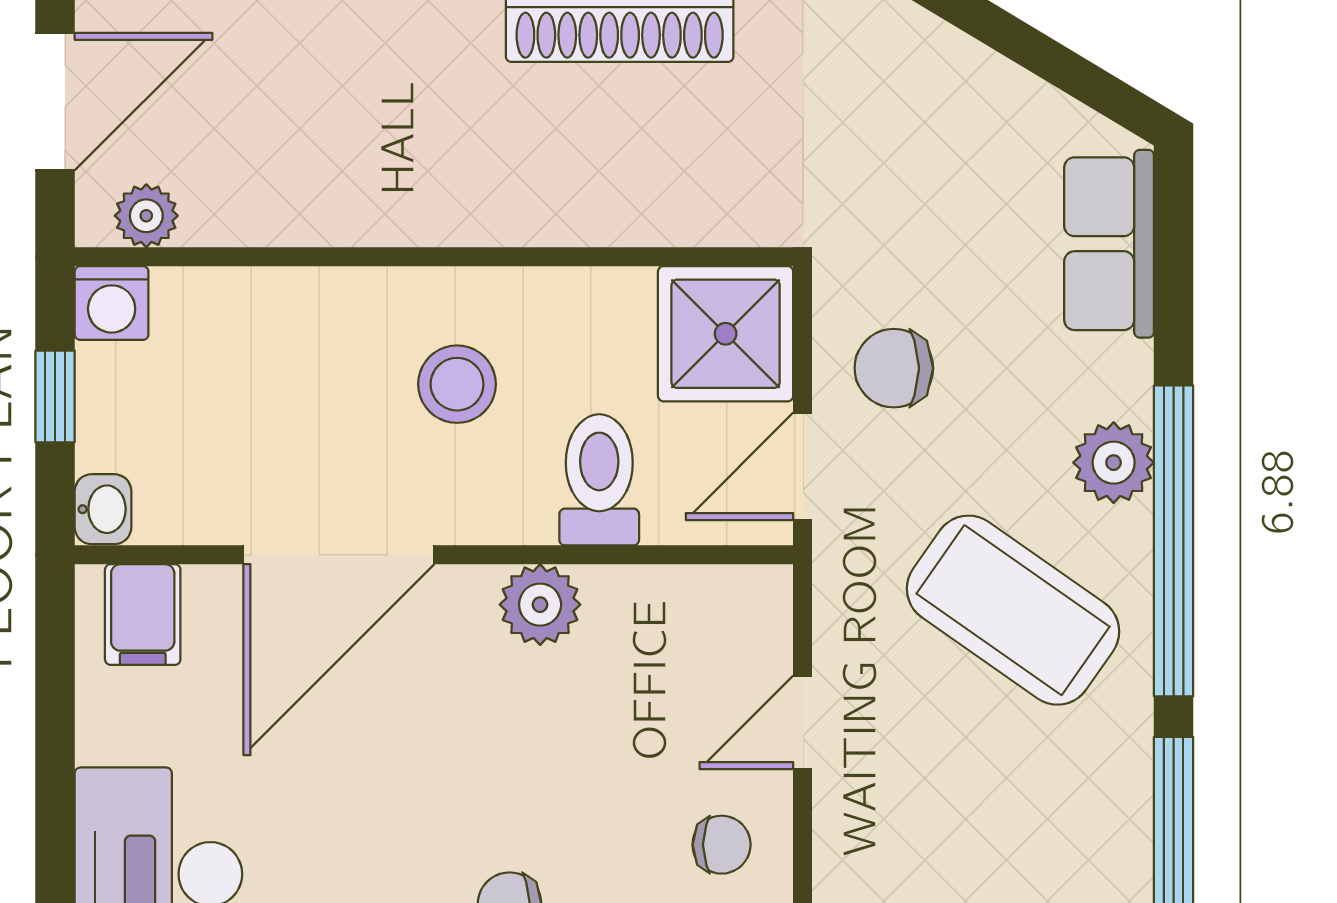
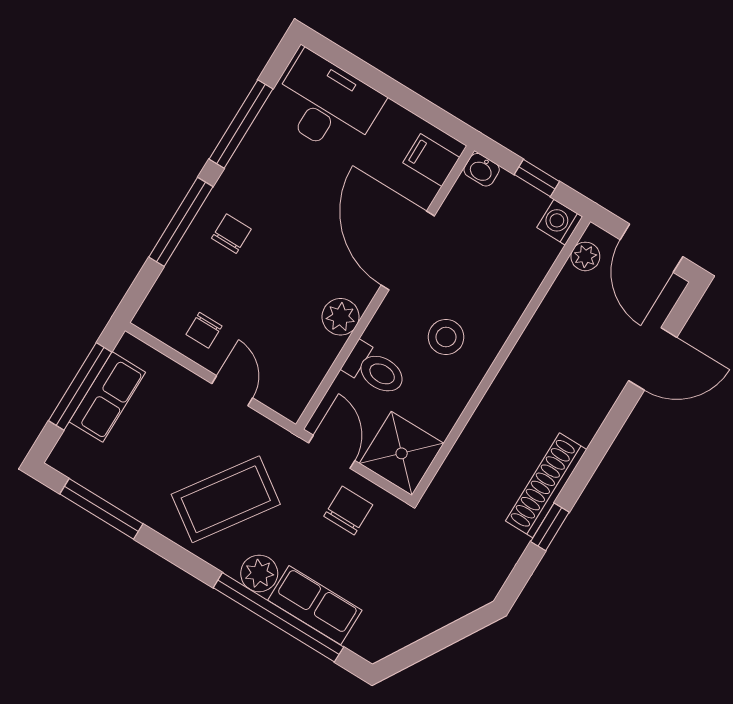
row of seats: (1109, 244) -> (315, 605), moved
window: (1174, 541) -> (278, 617), moved

